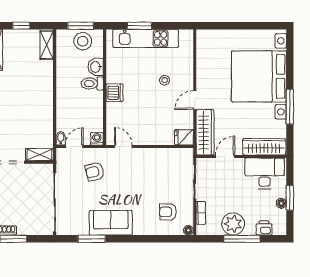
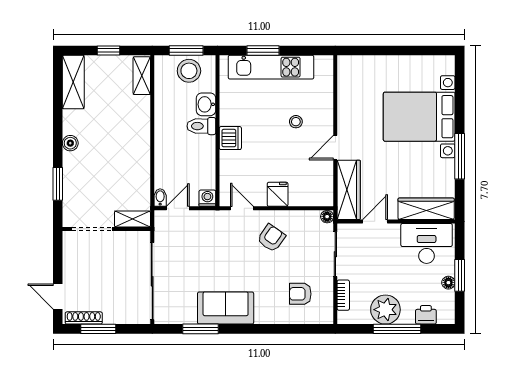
bed with nightstands: (259, 76) -> (419, 117), width x0.73
fridge: (184, 137) -> (278, 194), moved, turned 90
armchair: (95, 172) -> (271, 238), moved, turned 139
floor lamp: (188, 230) -> (327, 217), moved

